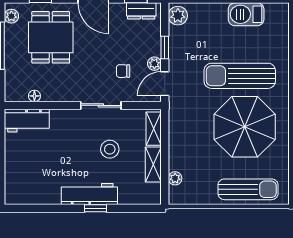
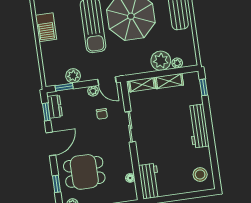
plant: (178, 16) -> (73, 76), moved
window: (165, 47) -> (64, 87), moved
stool: (110, 149) -> (200, 174), moved
plant: (181, 157) -> (161, 61), added
window: (95, 208) -> (204, 87), moved

